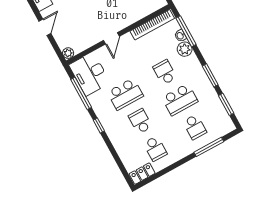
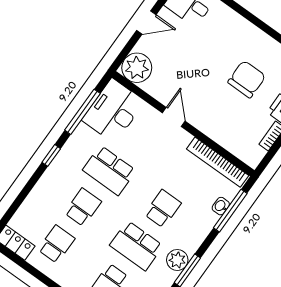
door: (111, 38) -> (174, 117), swing flipped
plant: (185, 49) -> (177, 260), moved
plant: (68, 53) -> (137, 68), width x1.88, depth x1.88
school desk: (155, 149) -> (56, 244), turned 180

